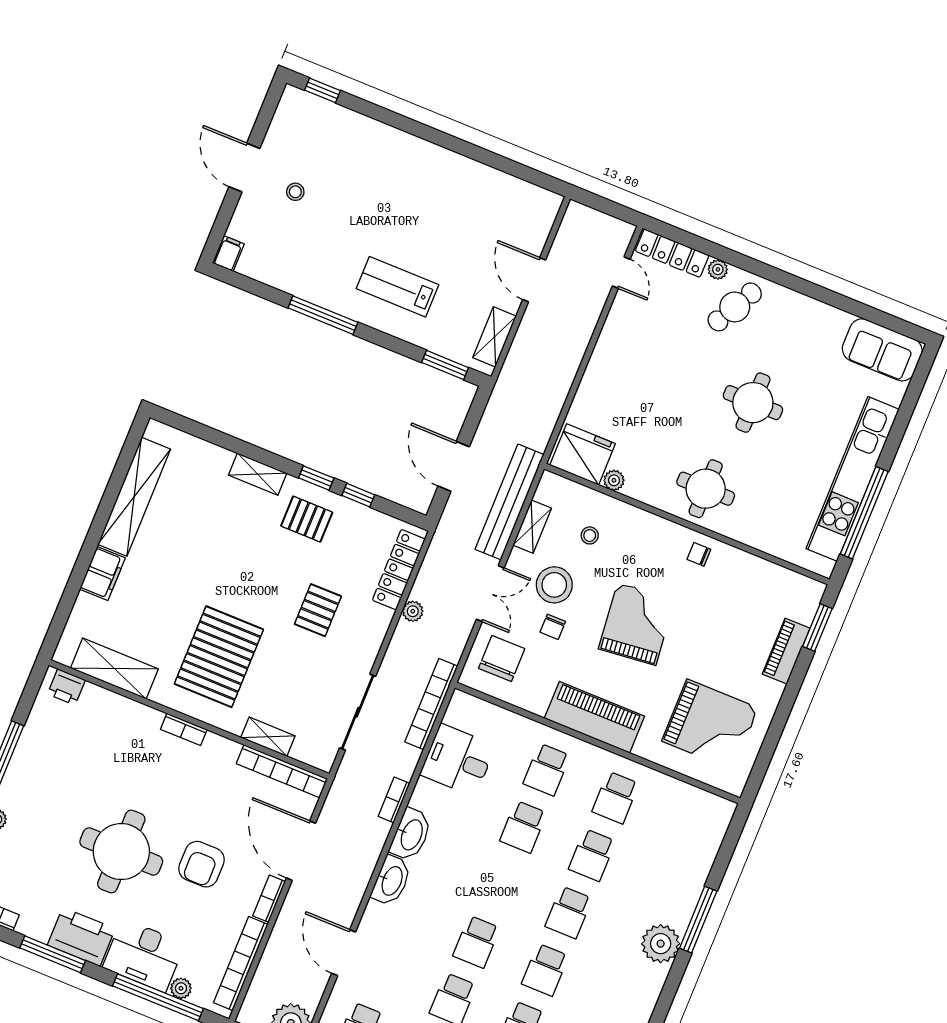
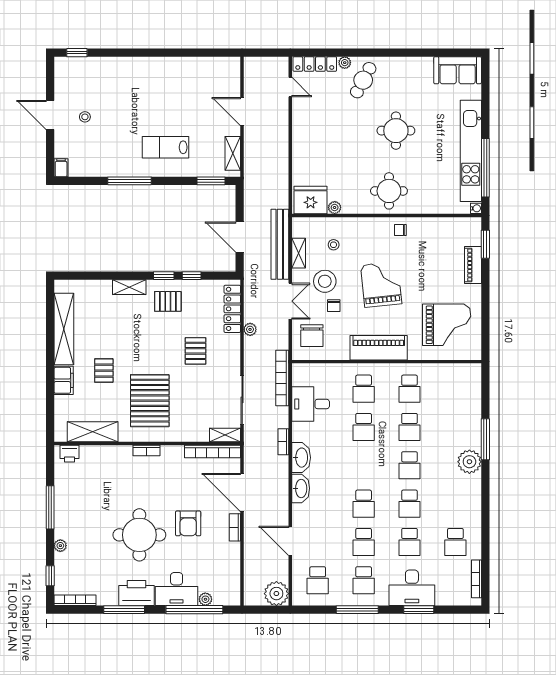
water cooler: (825, 568) -> (476, 208), added
pallet: (168, 584) -> (104, 371), added
chair: (502, 659) -> (312, 336), turned 180
shelving: (268, 737) -> (225, 435), moved
bookcase: (241, 964) -> (234, 571), removed

